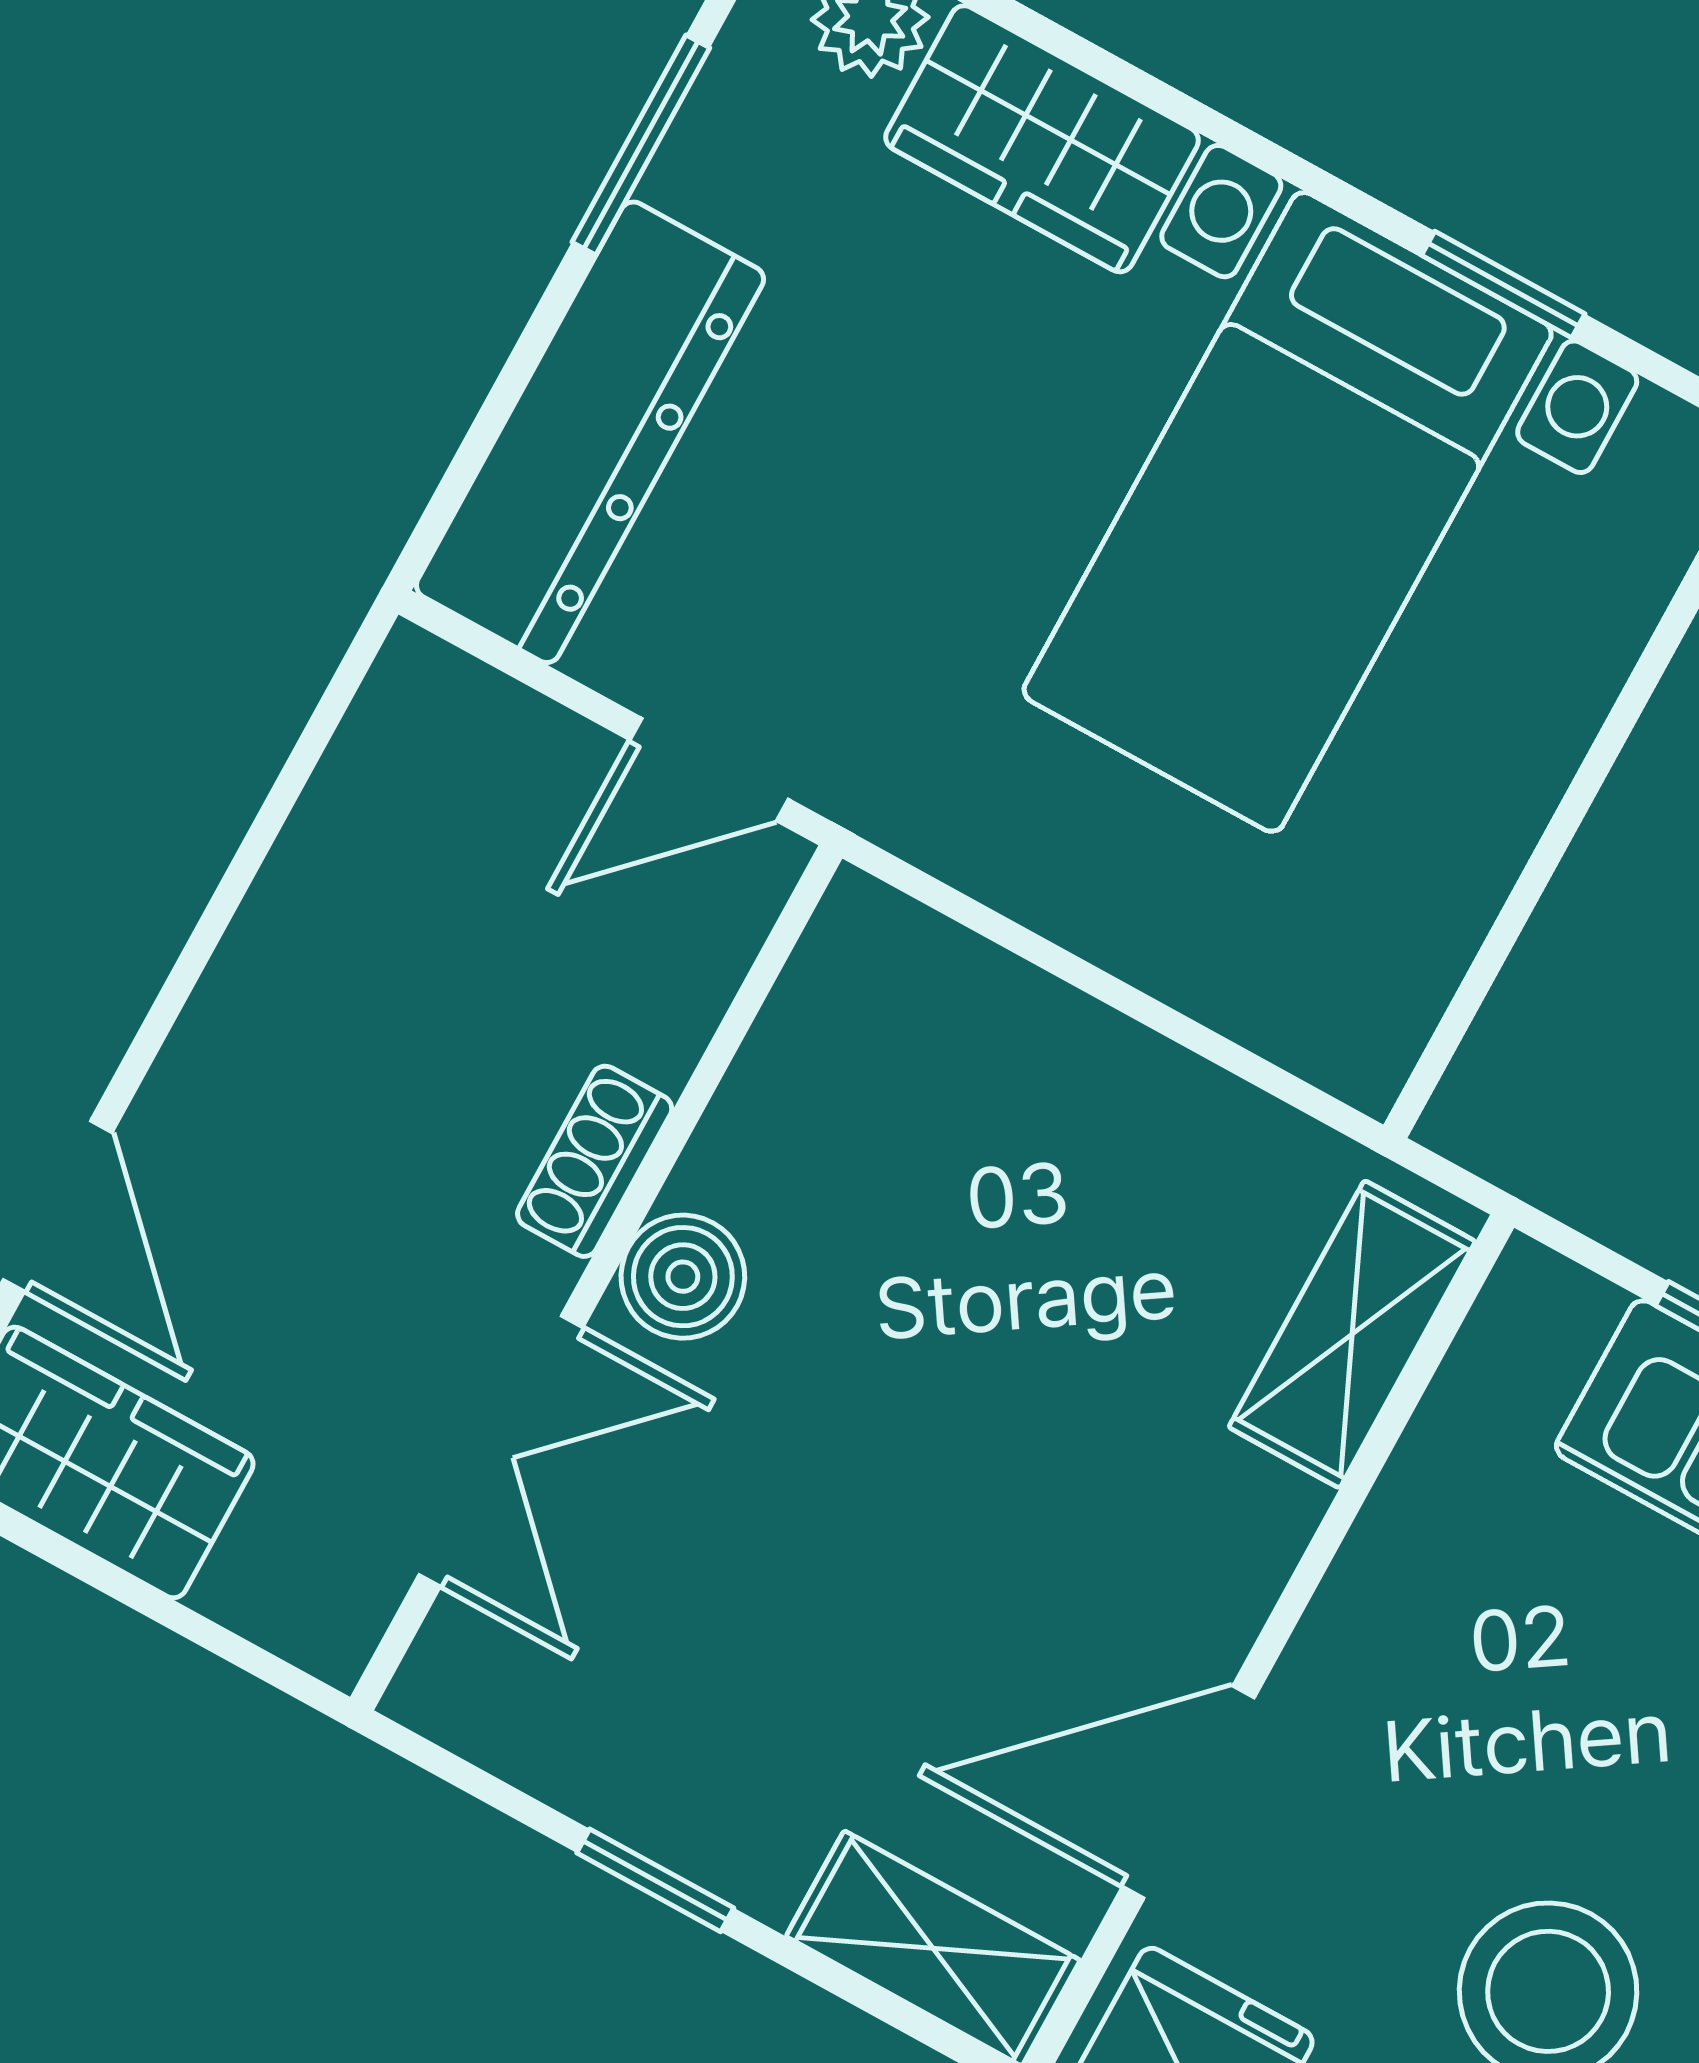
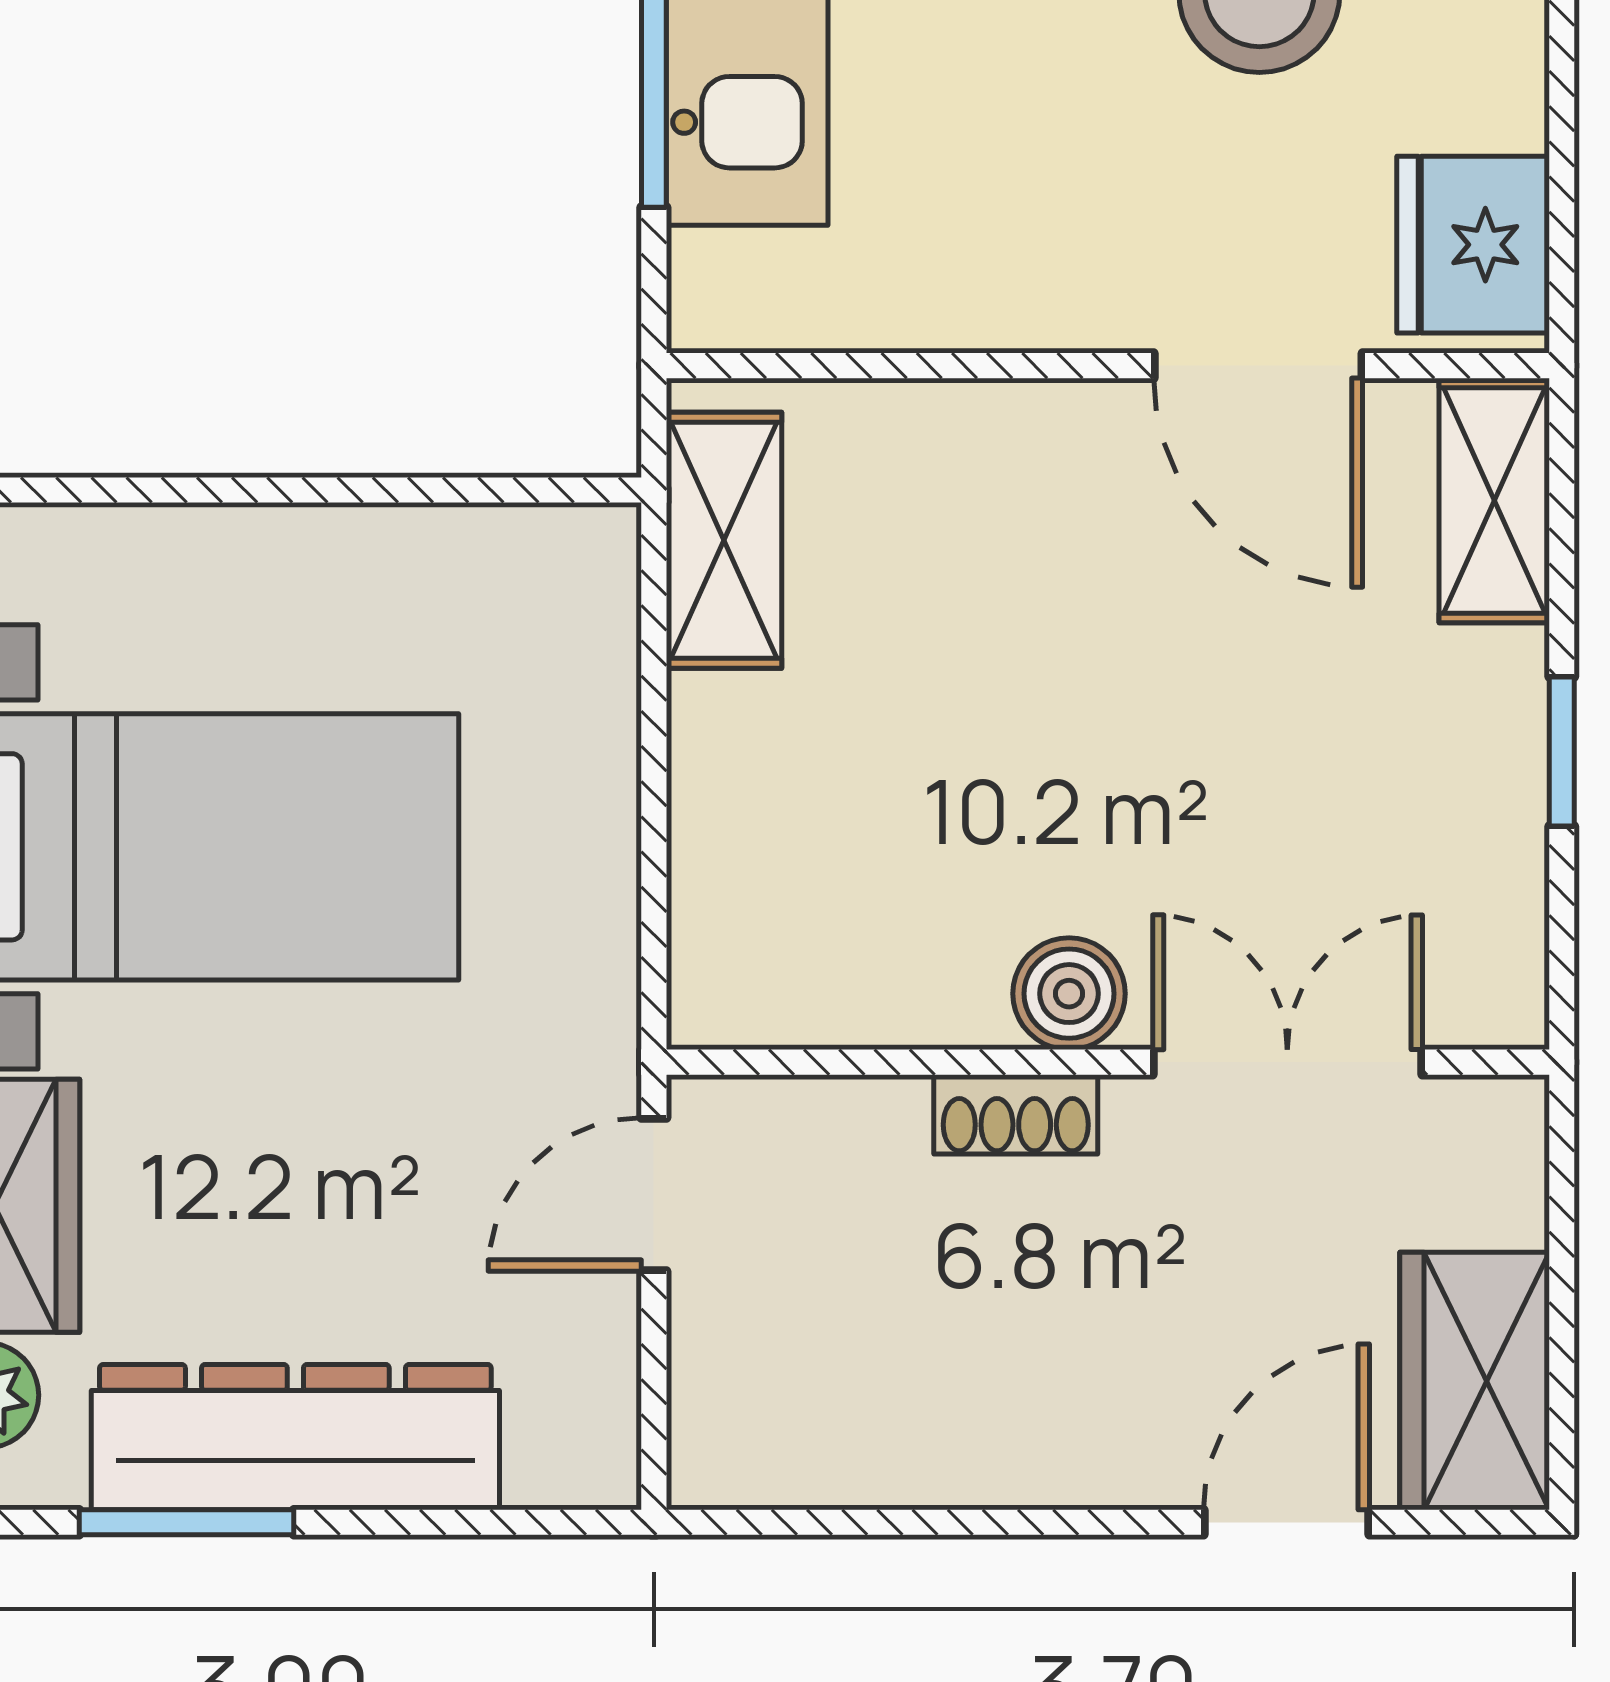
dresser: (590, 432) -> (295, 1437), moved
door: (709, 770) -> (654, 1195), swing flipped
shelving: (1352, 1334) -> (724, 540), moved, turned 90

